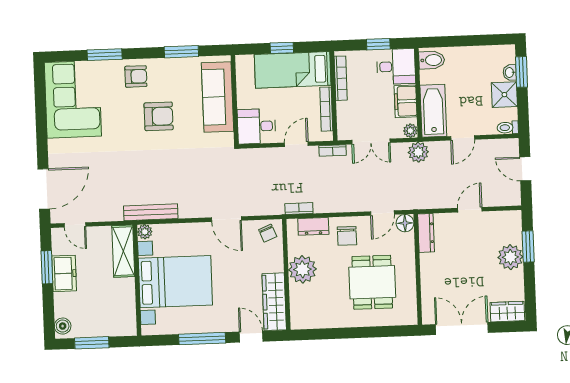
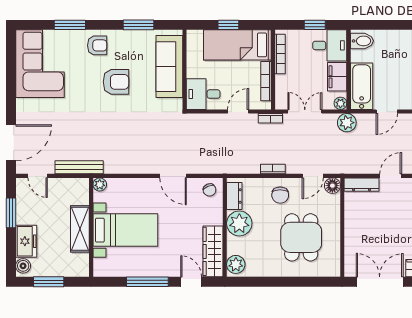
double door: (371, 141) -> (305, 112), swing flipped
bookcase: (299, 209) -> (273, 169), moved
bench: (151, 212) -> (79, 167), moved
dresser: (313, 226) -> (234, 196), moved, turned -90
dresser: (426, 233) -> (361, 185), moved, turned 90
shelving: (123, 251) -> (80, 229), moved
freezer: (64, 273) -> (26, 241), moved
bed with nightstands: (175, 282) -> (125, 230), width x0.73
plant: (300, 315) -> (236, 264), added

